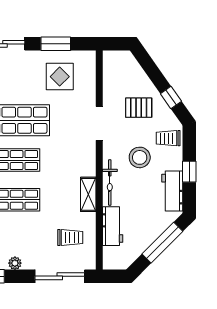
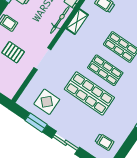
stool: (140, 157) -> (32, 23), removed

